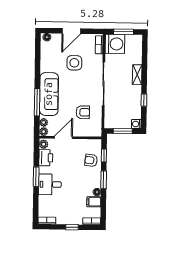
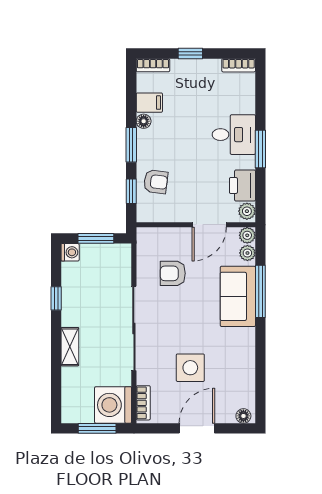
sofa: (49, 94) -> (238, 296), width x0.73

